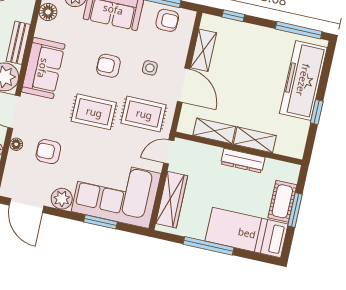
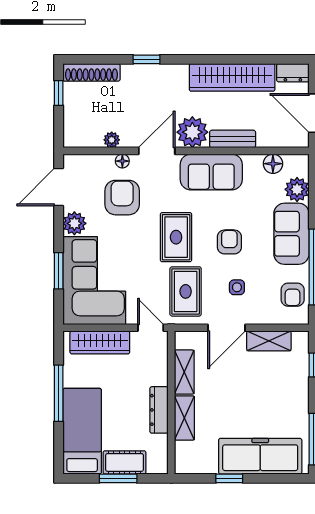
armchair: (48, 152) -> (122, 198), width x1.38, depth x1.38

